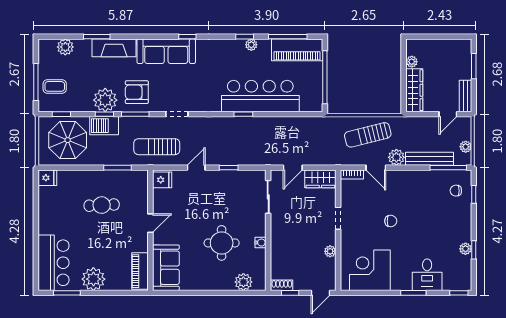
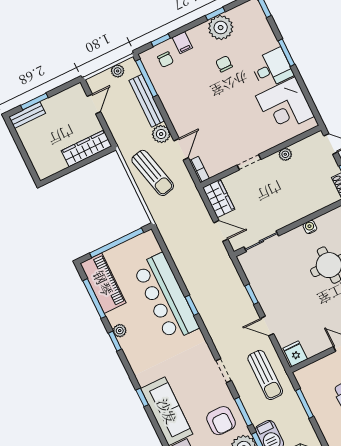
plant: (412, 62) -> (60, 165), removed
bench: (465, 96) -> (27, 115), moved
door: (448, 114) -> (94, 104), hinge flipped
filing cabinet: (463, 211) -> (182, 43), added
chair: (391, 221) -> (224, 64), moved
plant: (465, 249) -> (221, 28), width x1.87, depth x1.87
desk: (427, 275) -> (272, 68), moved

